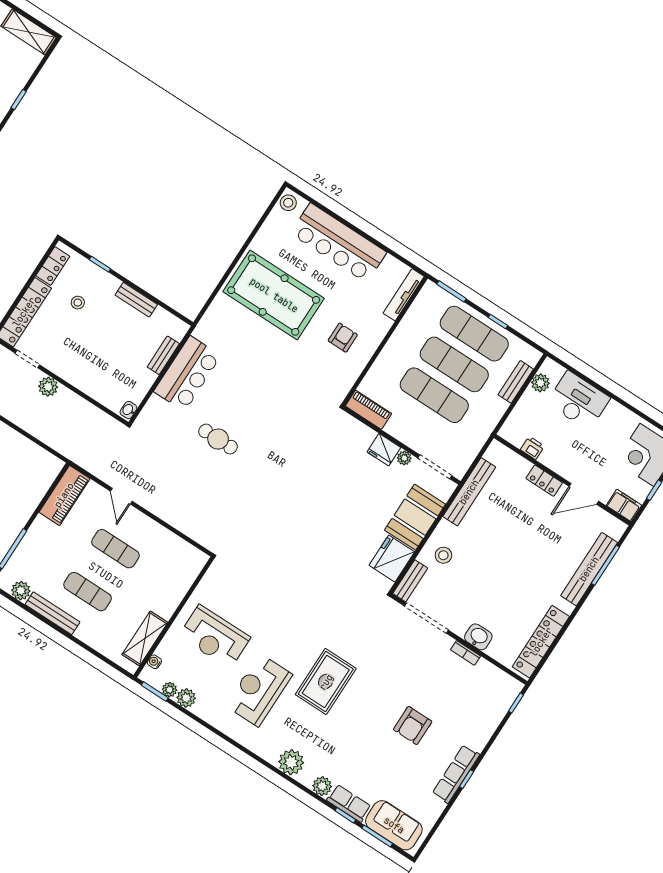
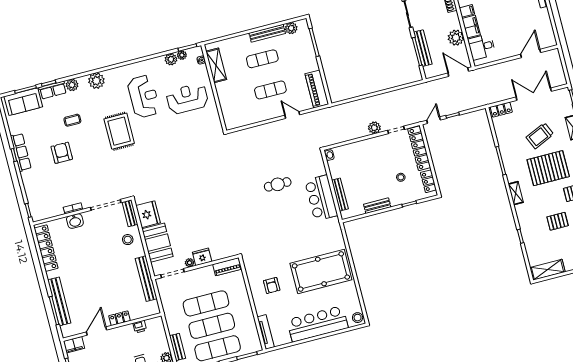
bench: (163, 355) -> (340, 195), width x1.36
coffee table: (363, 748) -> (72, 120), added

